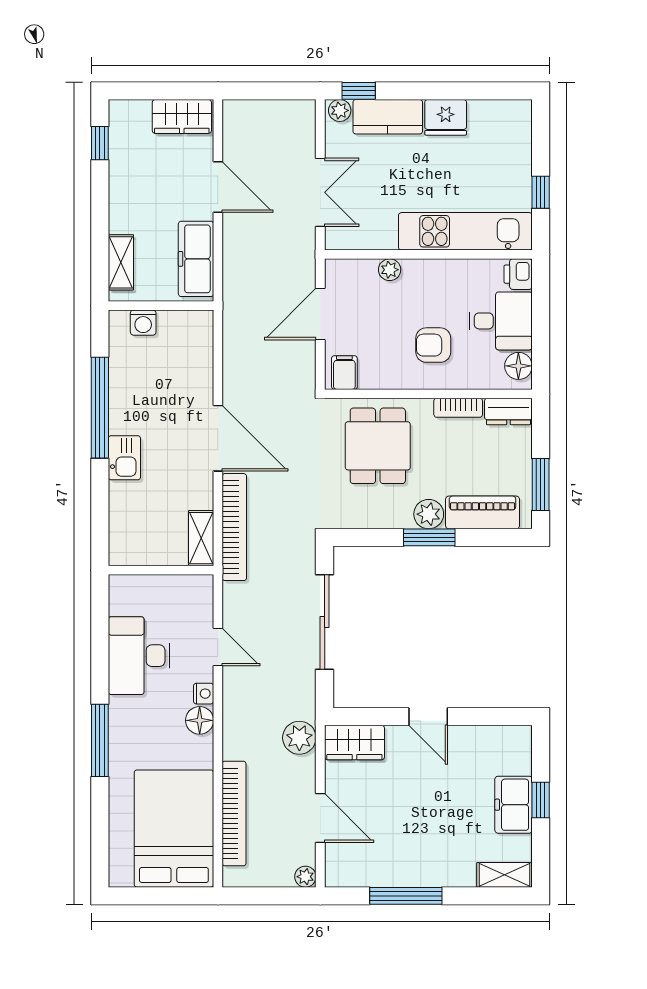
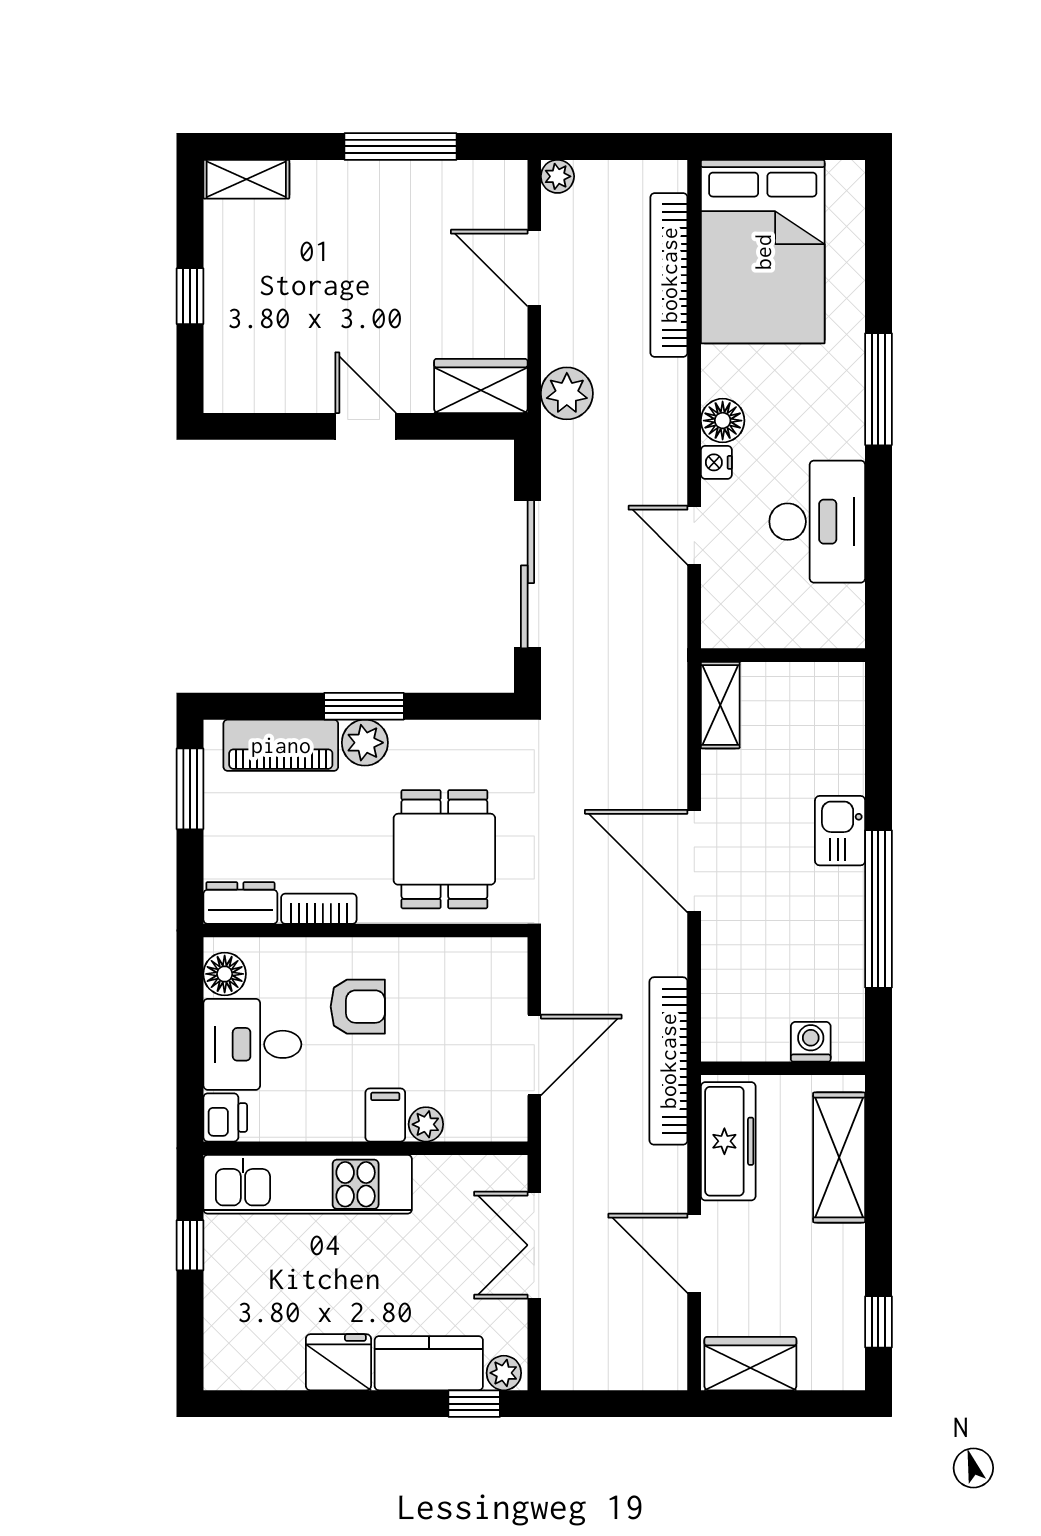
shelving: (121, 262) -> (839, 1157), width x1.50, depth x1.33
filing cabinet: (344, 373) -> (385, 1115), moved, turned 180
bookcase: (234, 527) -> (668, 1061), moved
freezer: (514, 805) -> (232, 289), removed

